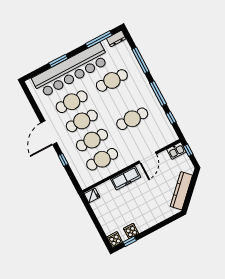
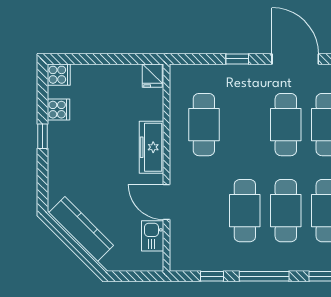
cafe table: (92, 140) -> (286, 211), moved
window: (188, 150) -> (143, 276), removed
kitchen sink: (176, 151) -> (153, 236), moved
window: (130, 241) -> (42, 136), moved

